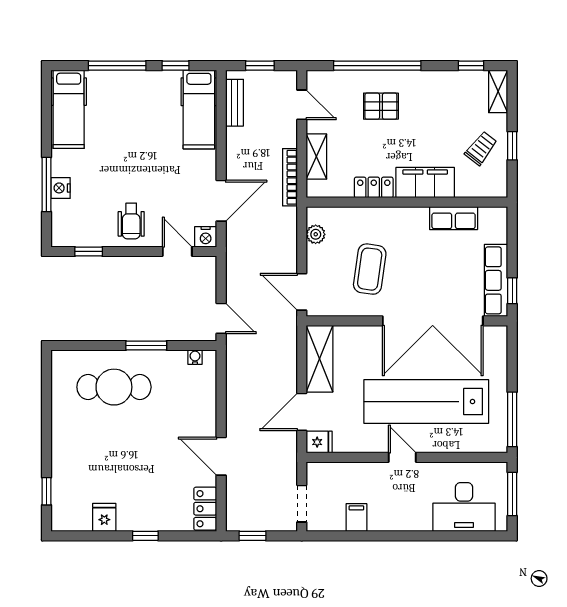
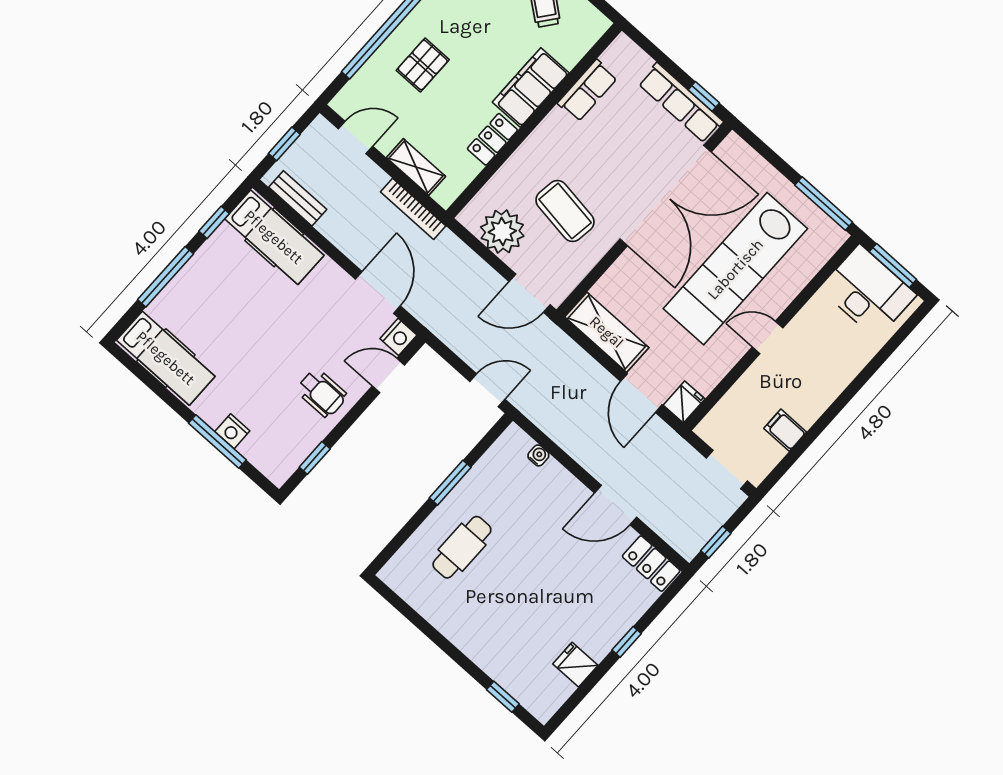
plant: (316, 234) -> (502, 232), width x1.88, depth x1.88
water cooler: (195, 357) -> (538, 455), moved, turned 90
cafe table: (114, 387) -> (462, 547), width x0.73, depth x0.74
desk: (464, 507) -> (868, 292), moved, turned -90

